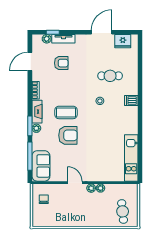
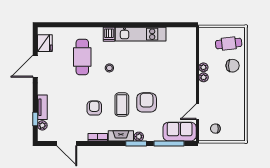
door: (102, 32) -> (35, 66), hinge flipped
armchair: (61, 63) -> (94, 108), moved
cafe table: (110, 76) -> (82, 57), width x1.37, depth x1.35
kitchen unit: (131, 158) -> (141, 34), moved
door: (75, 183) -> (198, 112), moved
chair: (102, 215) -> (233, 66), added

